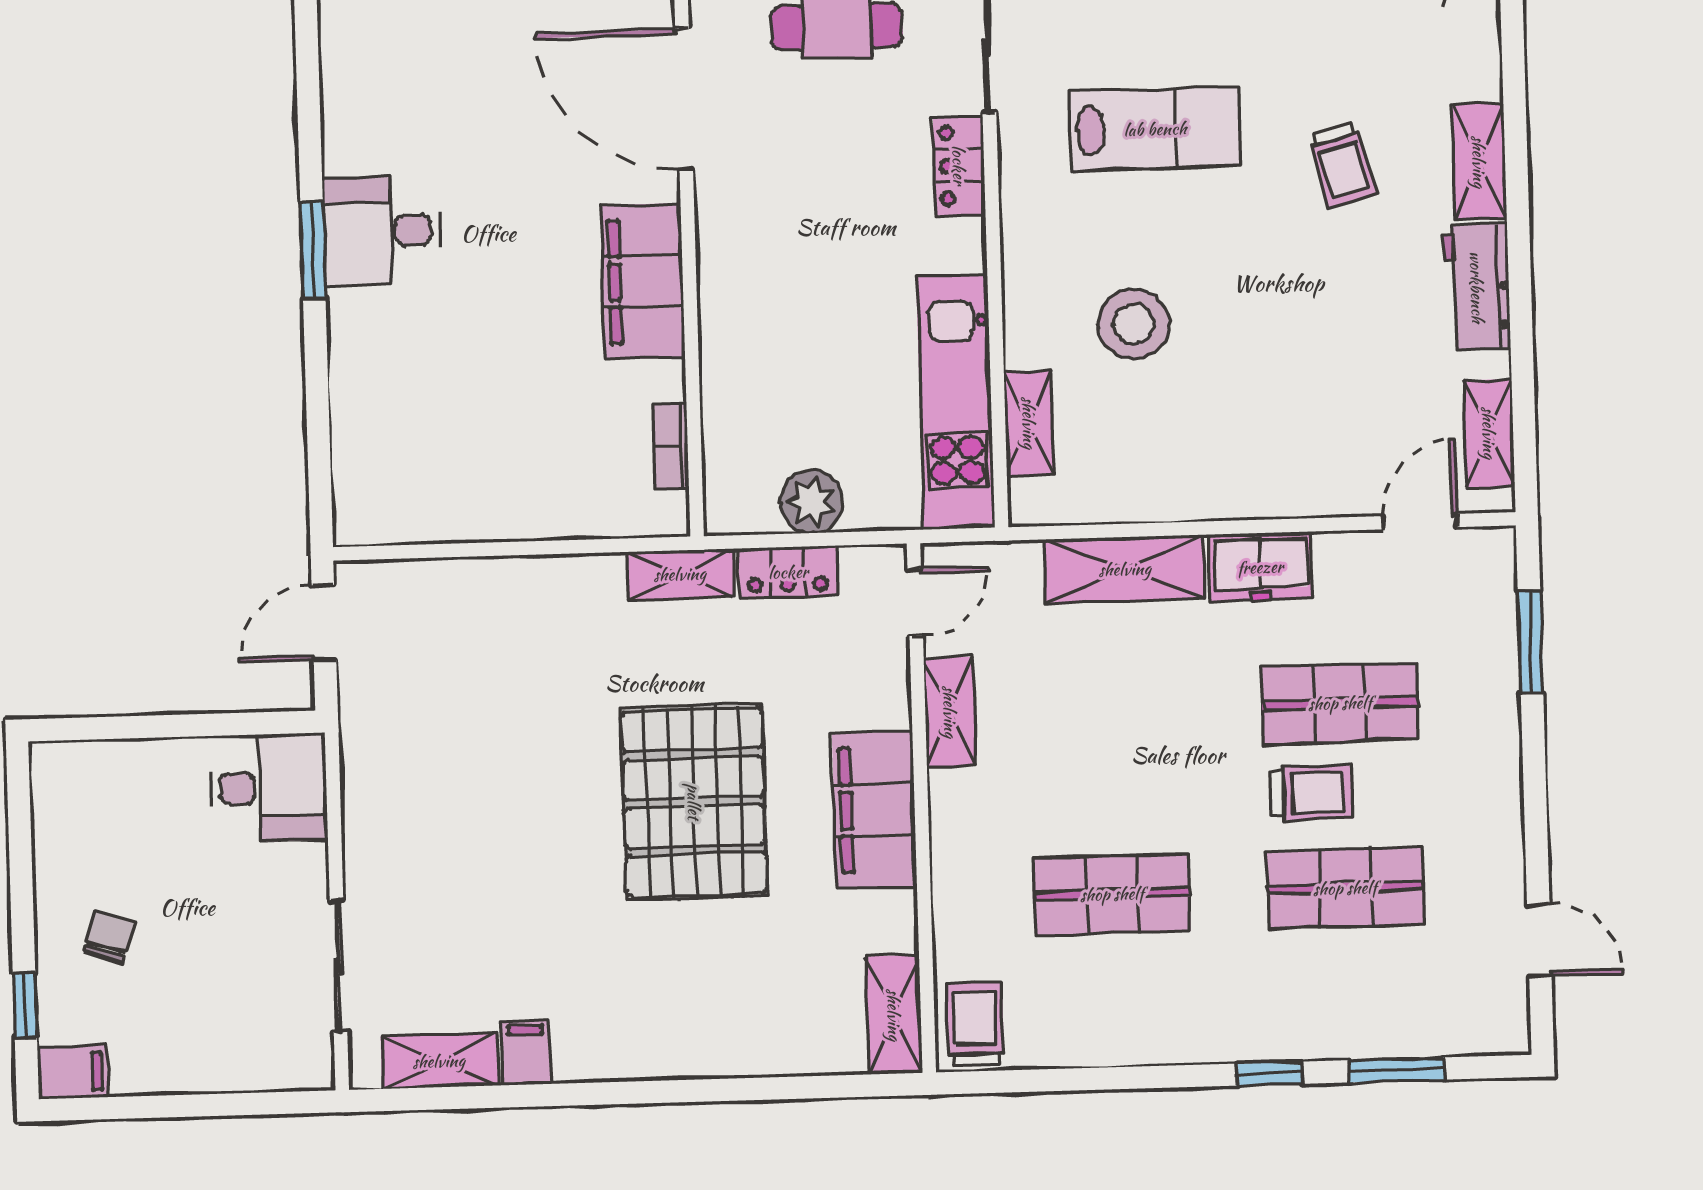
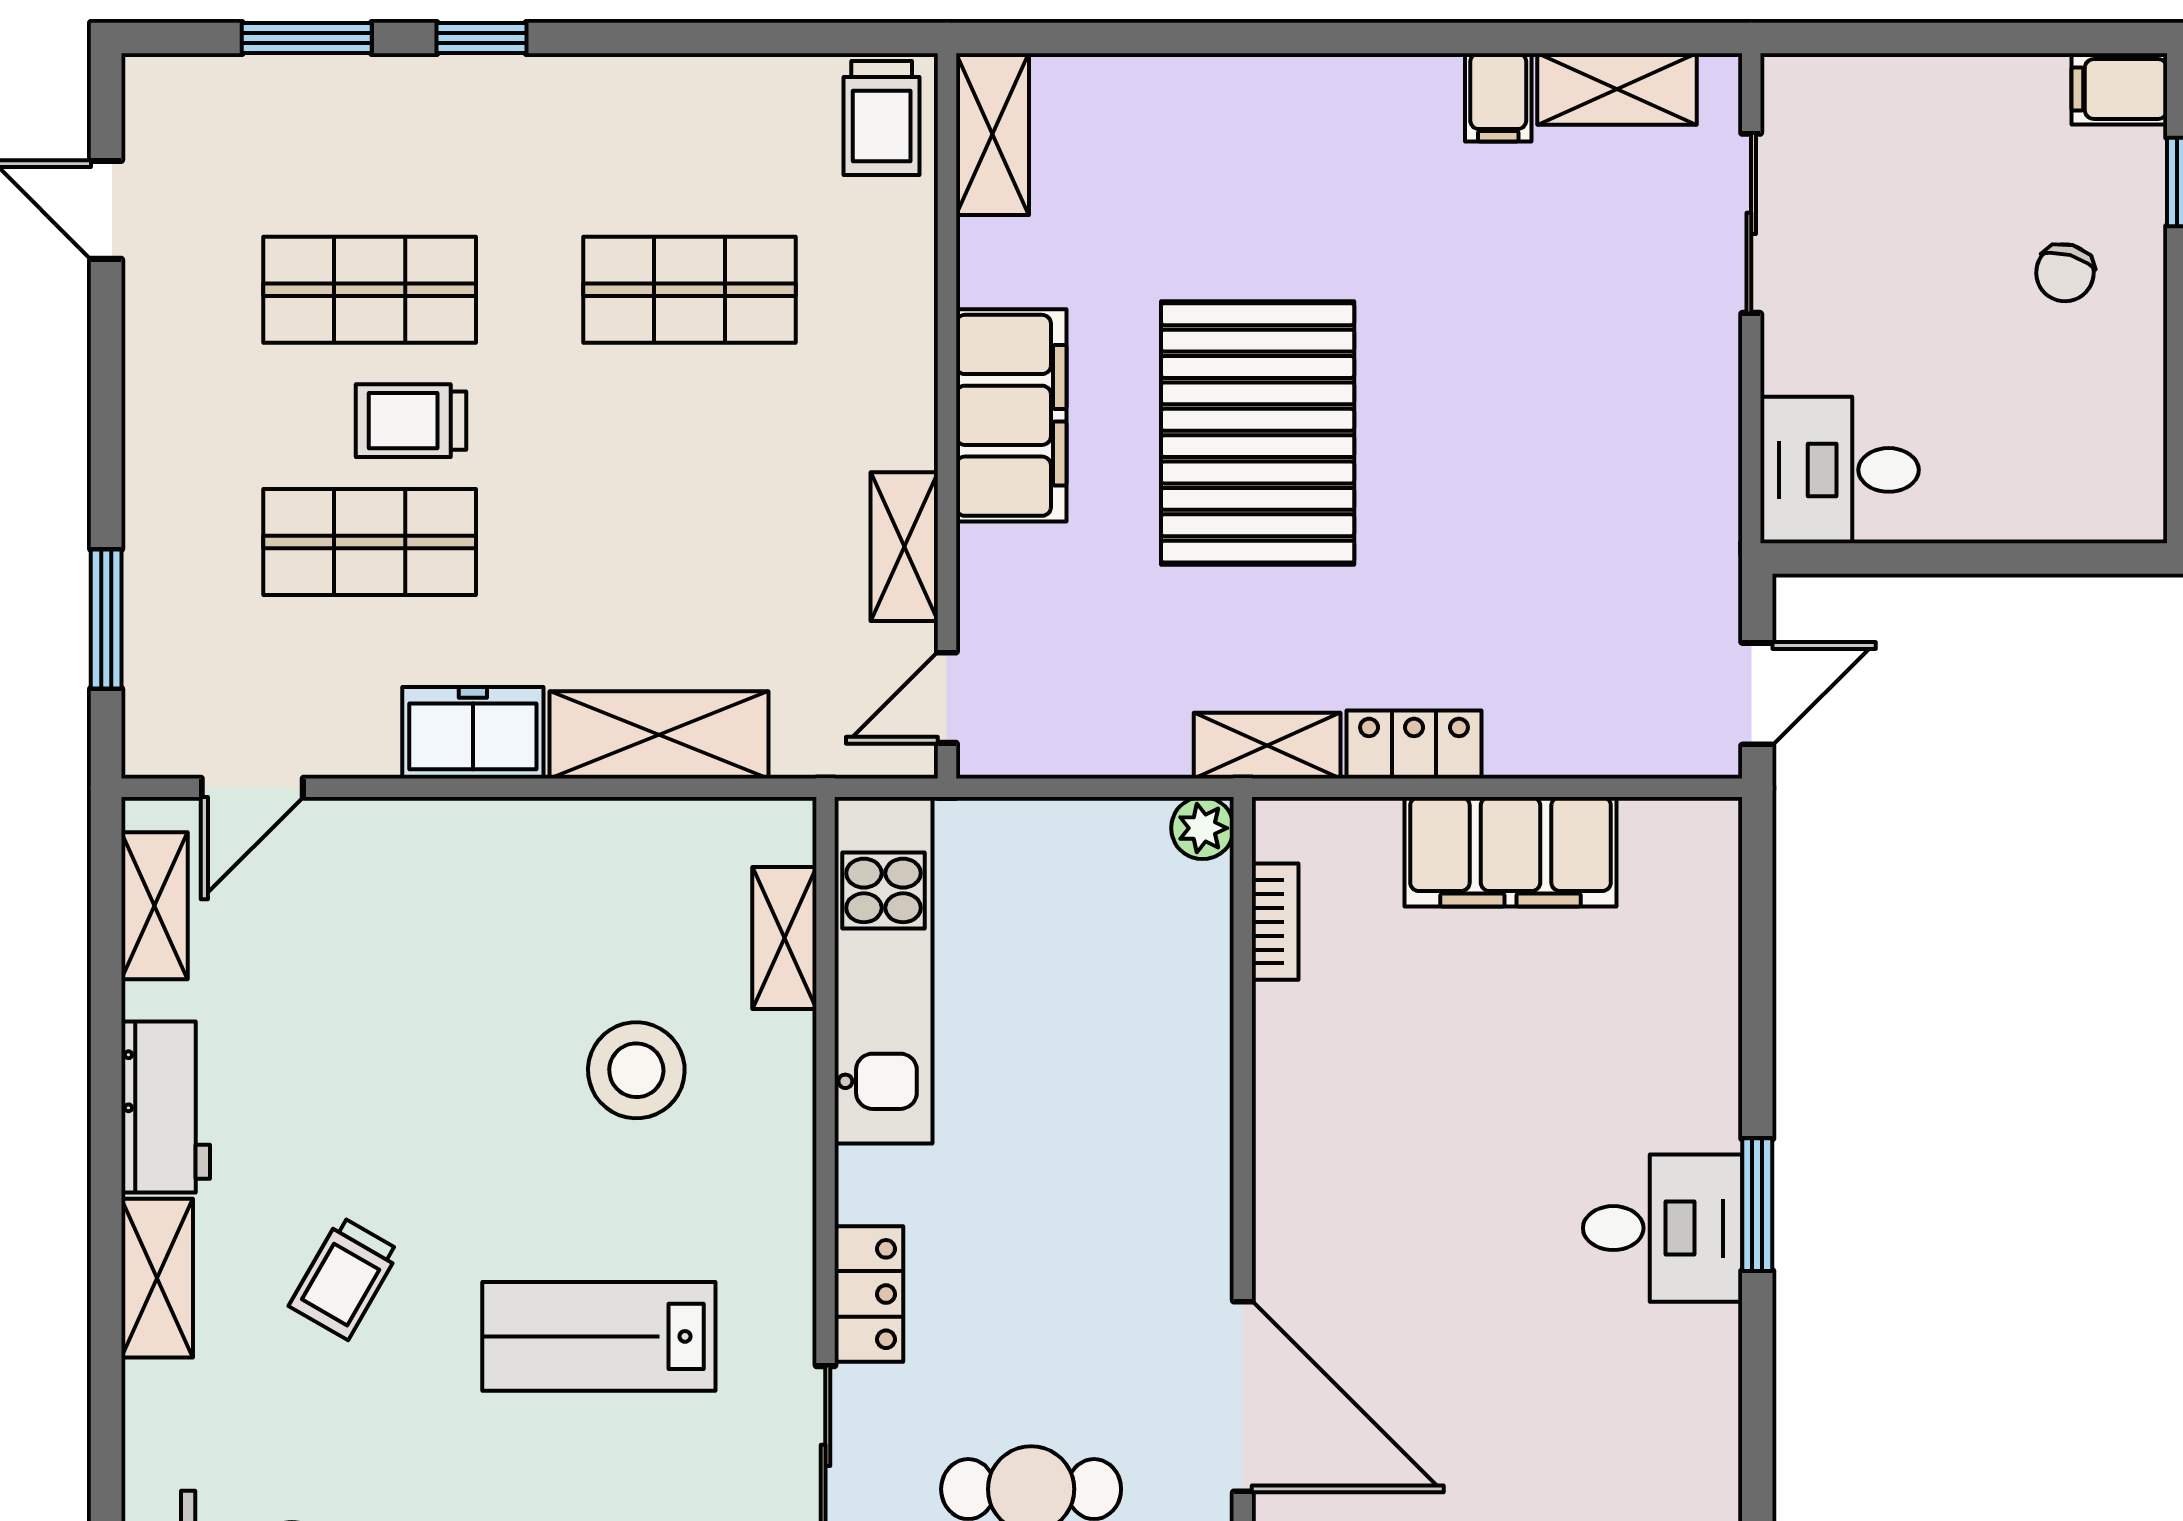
trolley: (1342, 166) -> (344, 1278), turned -135
filing cabinet: (643, 281) -> (1511, 852), moved, turned 90
plant: (812, 502) -> (1203, 828), moved, width x0.73, depth x0.73
locker: (788, 572) -> (1414, 744), moved

